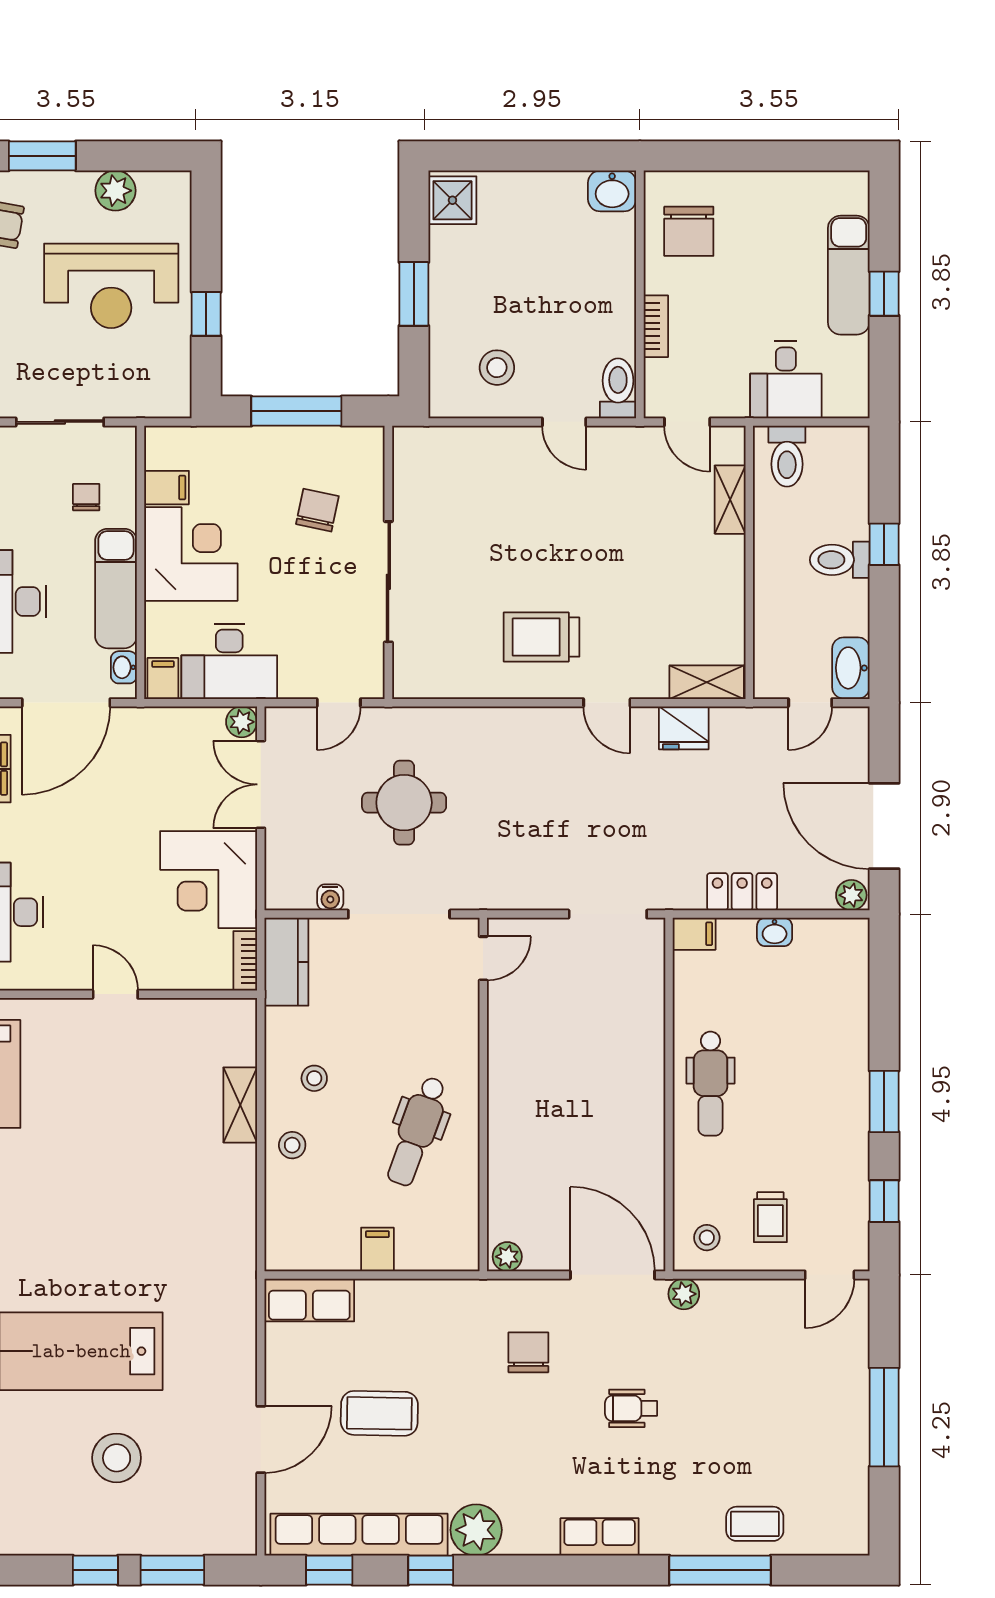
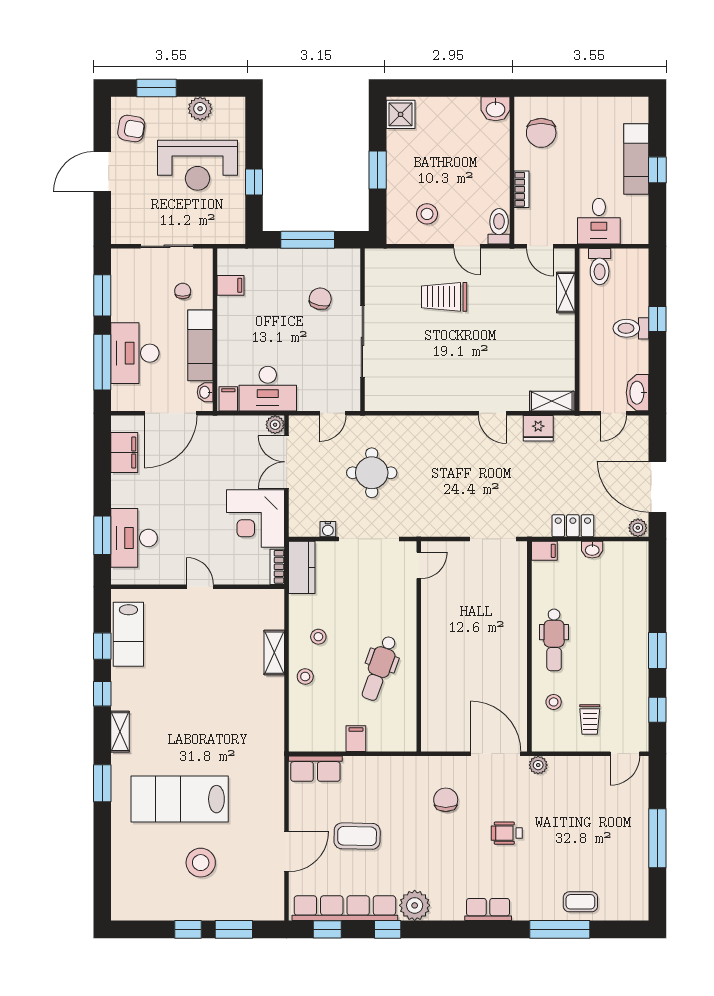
corner desk: (191, 554) -> (245, 325), removed
trolley: (541, 637) -> (444, 297), moved
stool: (707, 1238) -> (554, 702), moved
plant: (507, 1257) -> (433, 743), removed

